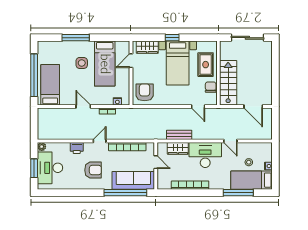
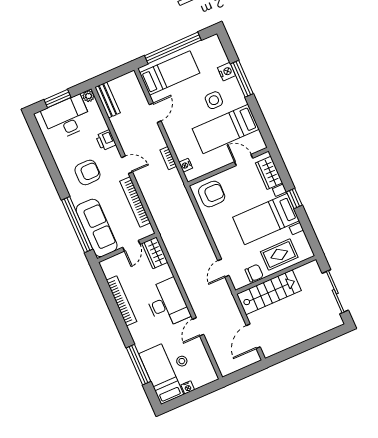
nightstand: (66, 46) -> (227, 72), added
door: (83, 106) -> (155, 113), moved
bench: (179, 135) -> (108, 100), moved
wardrobe: (178, 148) -> (155, 253), moved
armchair: (93, 170) -> (87, 172), turned -90

